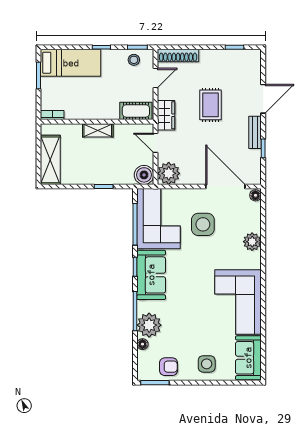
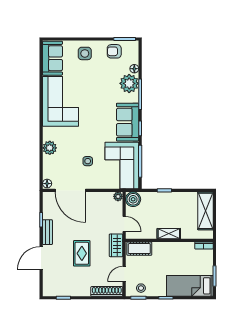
plant: (169, 173) -> (118, 196), width x0.53, depth x0.53
side table: (203, 224) -> (88, 161), width x0.54, depth x0.54

